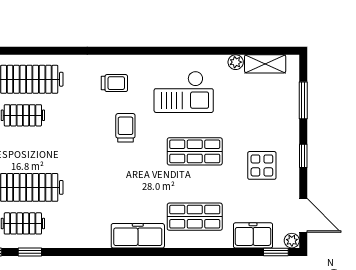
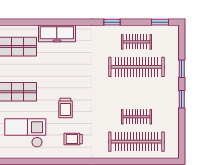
window: (30, 252) -> (112, 22), moved

